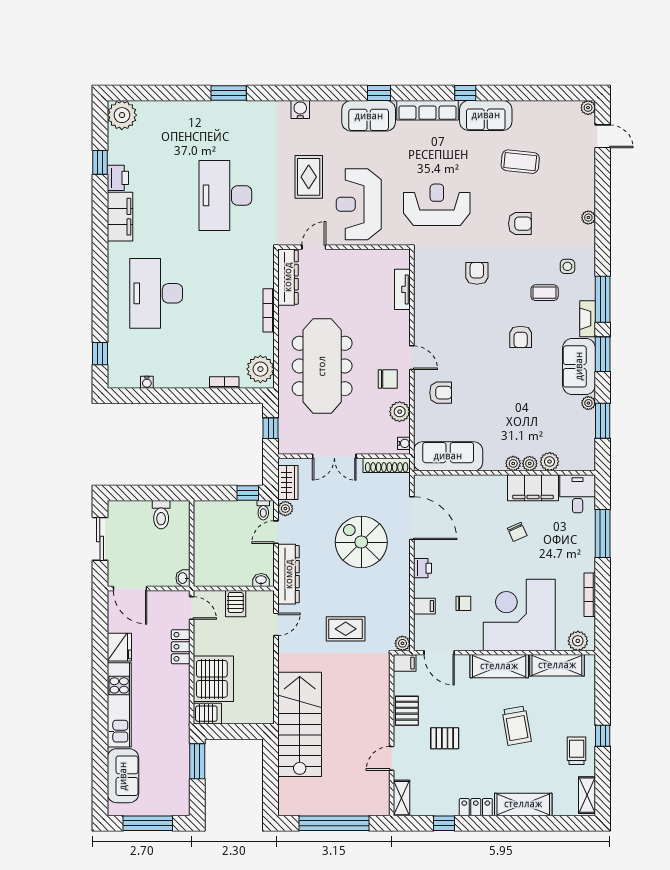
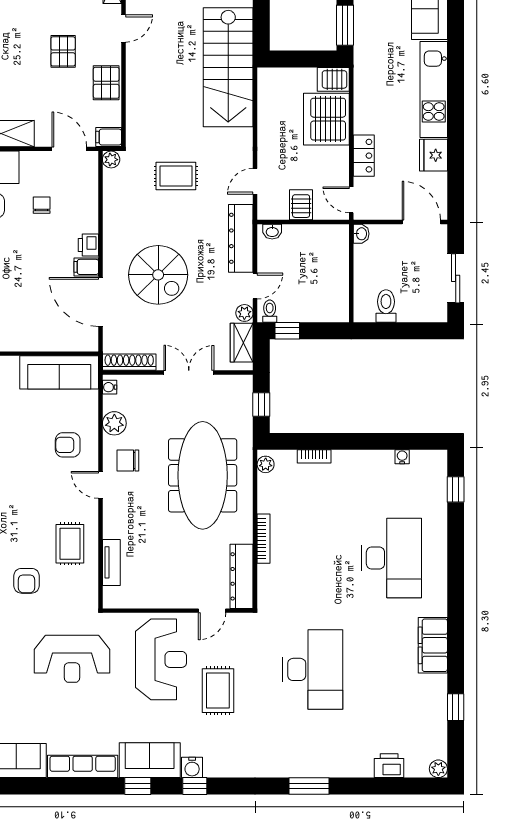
window: (465, 93) -> (195, 786), moved
water cooler: (300, 109) -> (192, 767), moved
plant: (122, 115) -> (438, 769), width x0.53, depth x0.53
printer: (118, 178) -> (389, 766), moved, turned 90
rug: (439, 306) -> (70, 544), added
plant: (260, 369) -> (266, 464), width x0.53, depth x0.53
chair: (463, 603) -> (42, 205), turned 90
filing cabinet: (424, 606) -> (86, 267), moved
pallet: (445, 738) -> (63, 51), turned 90

